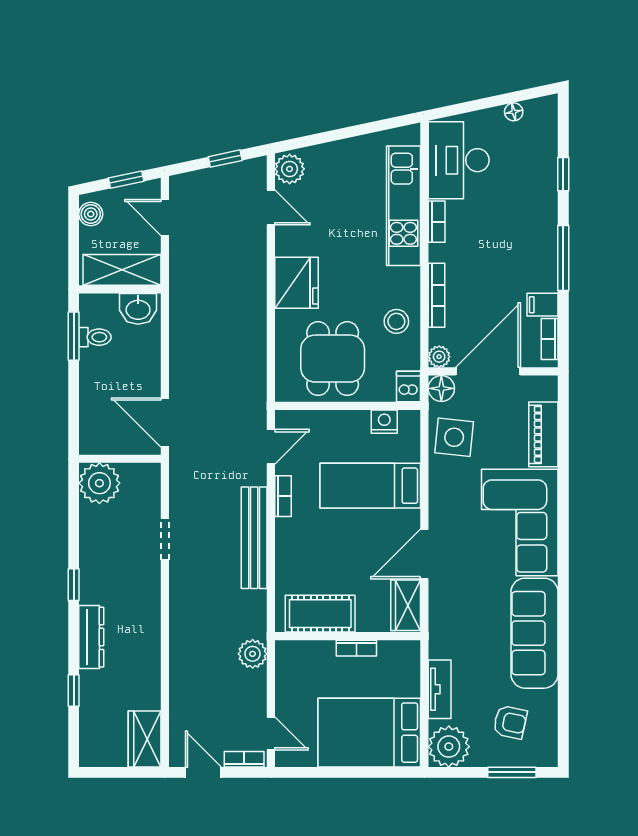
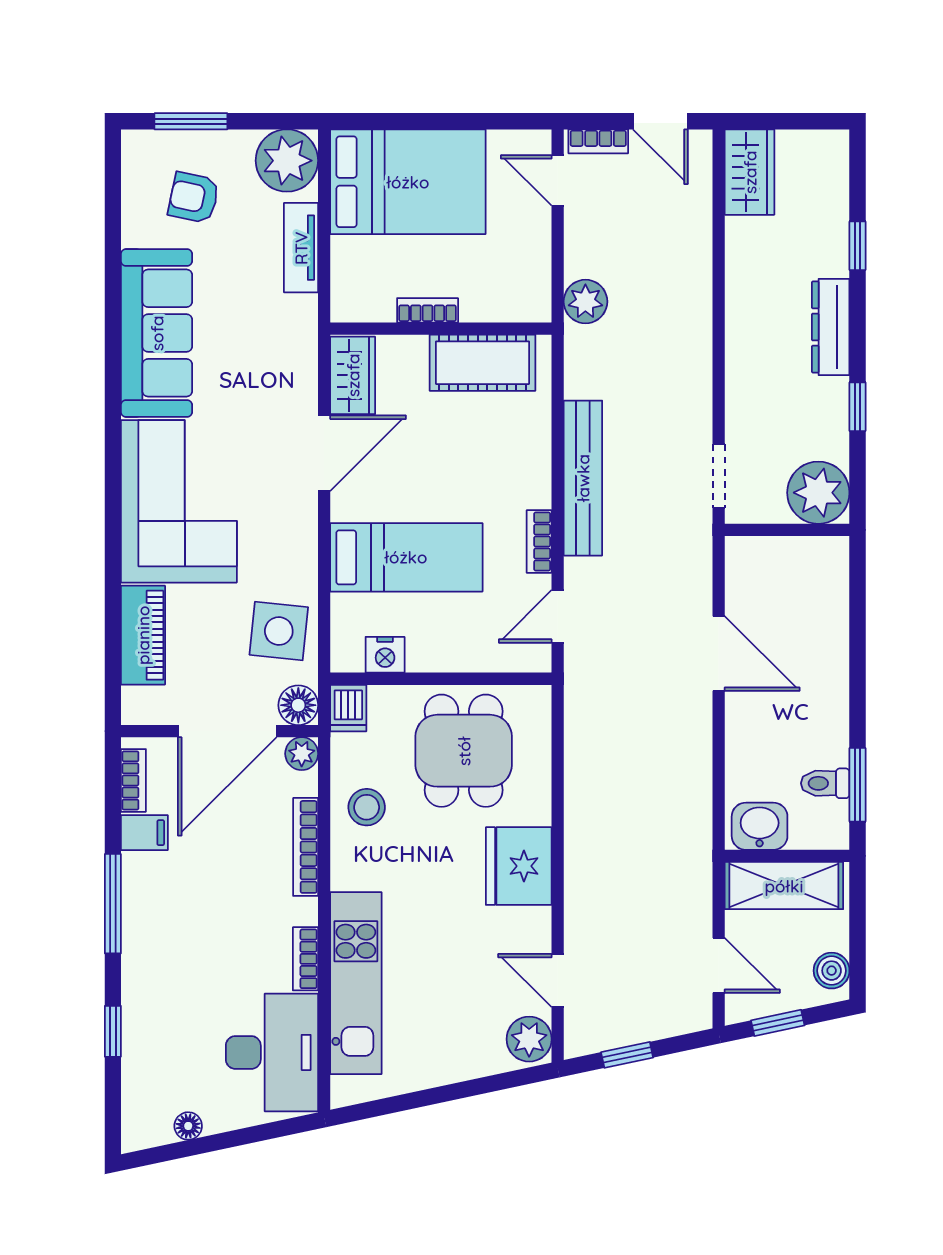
wall: (120, 459) -> (787, 530), moved
plant: (99, 483) -> (818, 493), moved

